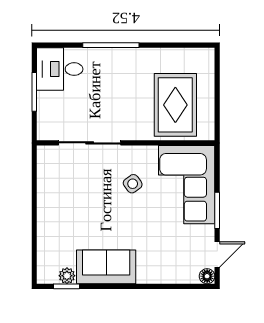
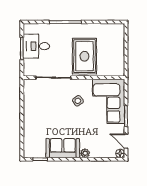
desk: (60, 69) -> (36, 46), moved
rug: (175, 105) -> (84, 56), moved
door: (217, 255) -> (126, 141), swing flipped
plant: (67, 276) -> (85, 153), moved

